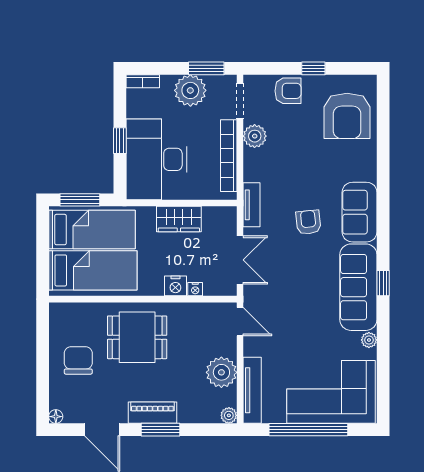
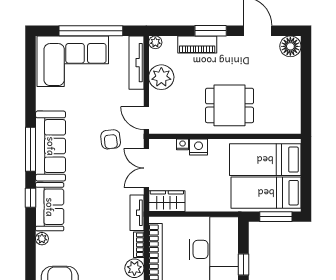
bookcase: (249, 165) -> (139, 245), added
wardrobe: (179, 219) -> (167, 201), moved
armchair: (308, 222) -> (111, 139), moved
window: (383, 223) -> (31, 198), added
window: (383, 283) -> (31, 149), width x2.17
plant: (369, 340) -> (42, 239), moved
chair: (78, 360) -> (277, 87), removed
piano: (152, 413) -> (197, 45), moved
floor lamp: (56, 417) -> (290, 46), width x1.89, depth x1.89

